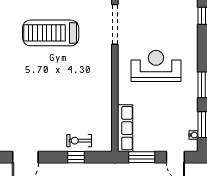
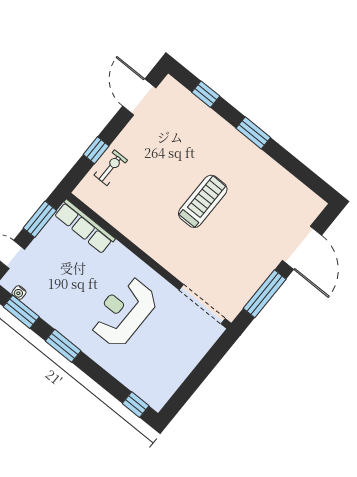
treadmill: (51, 33) -> (203, 201), moved, width x0.73, depth x0.73
reception desk: (156, 66) -> (124, 312), turned 180

